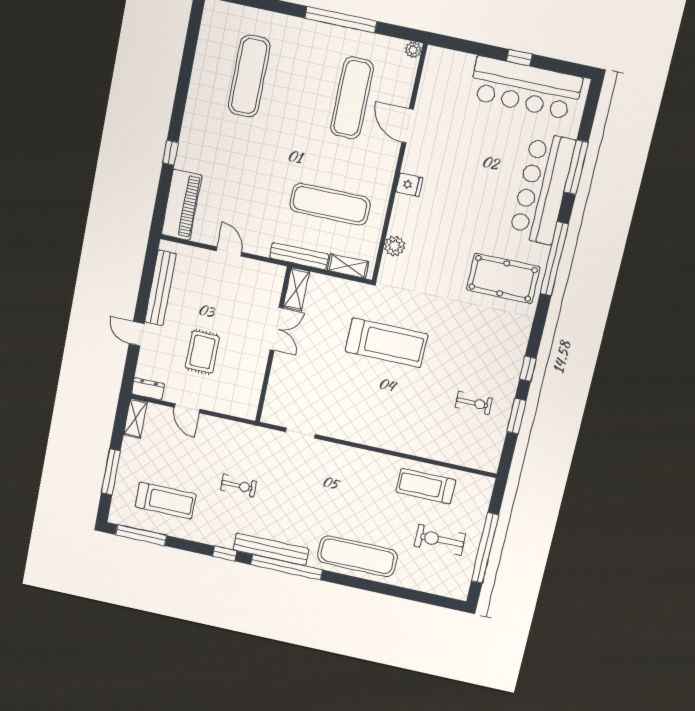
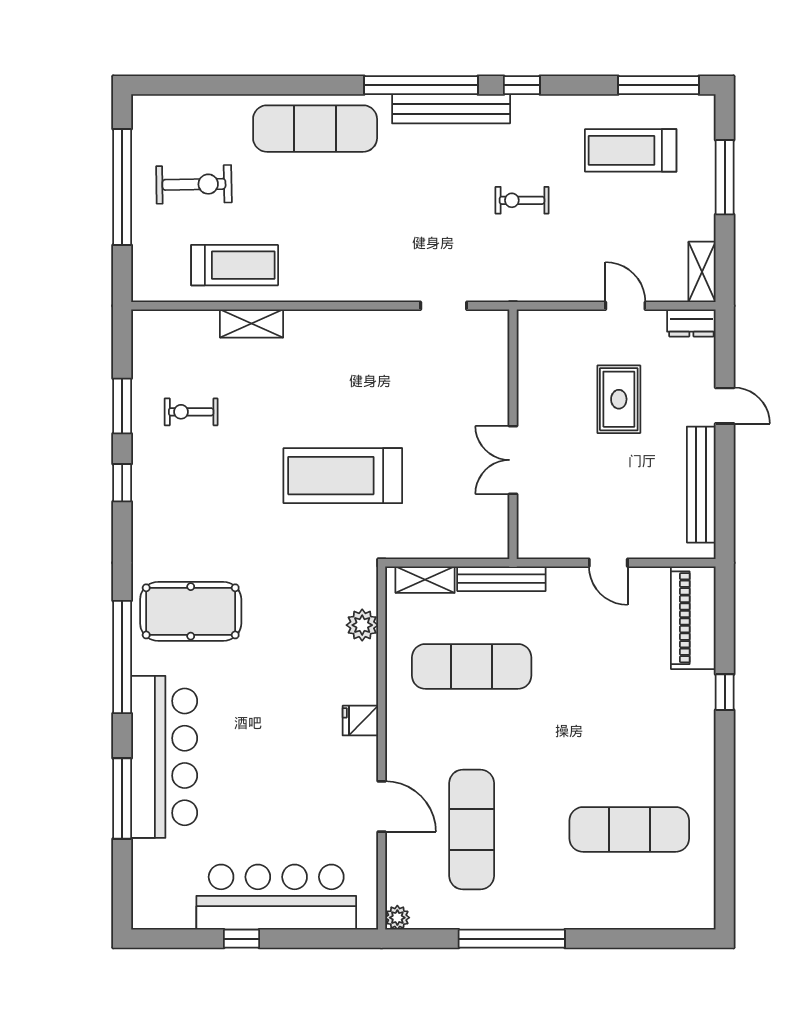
exercise mat: (249, 76) -> (629, 829), turned 90
bar counter: (525, 88) -> (276, 897), moved
shelving: (296, 289) -> (252, 324), moved, turned 90

